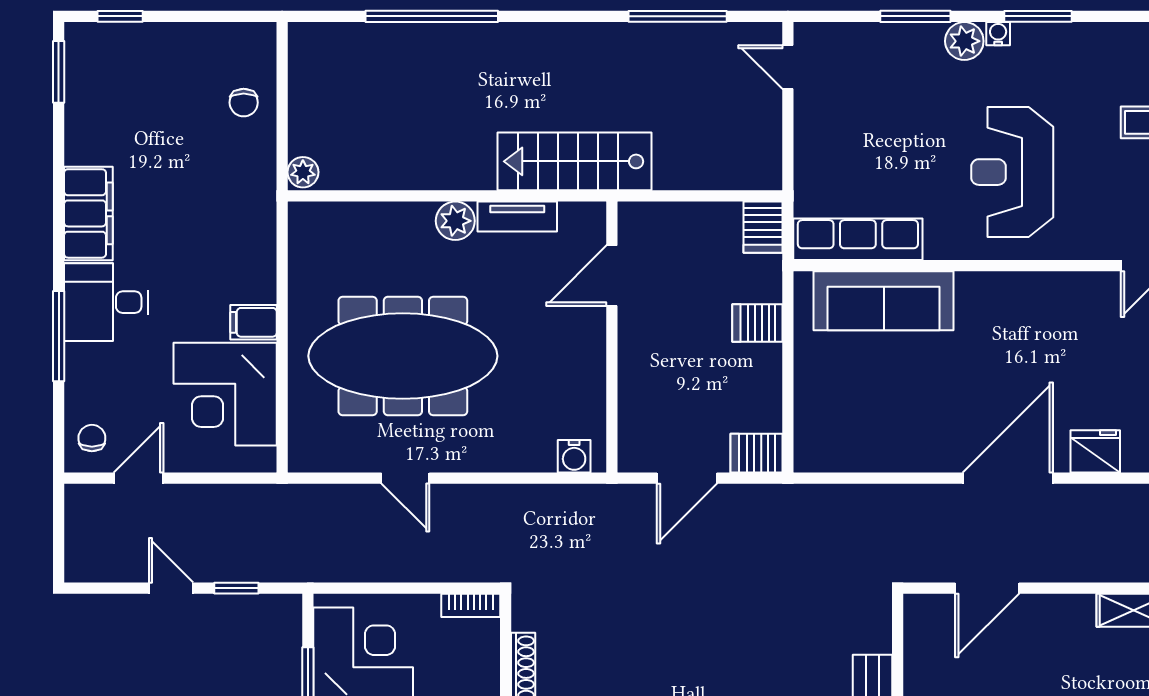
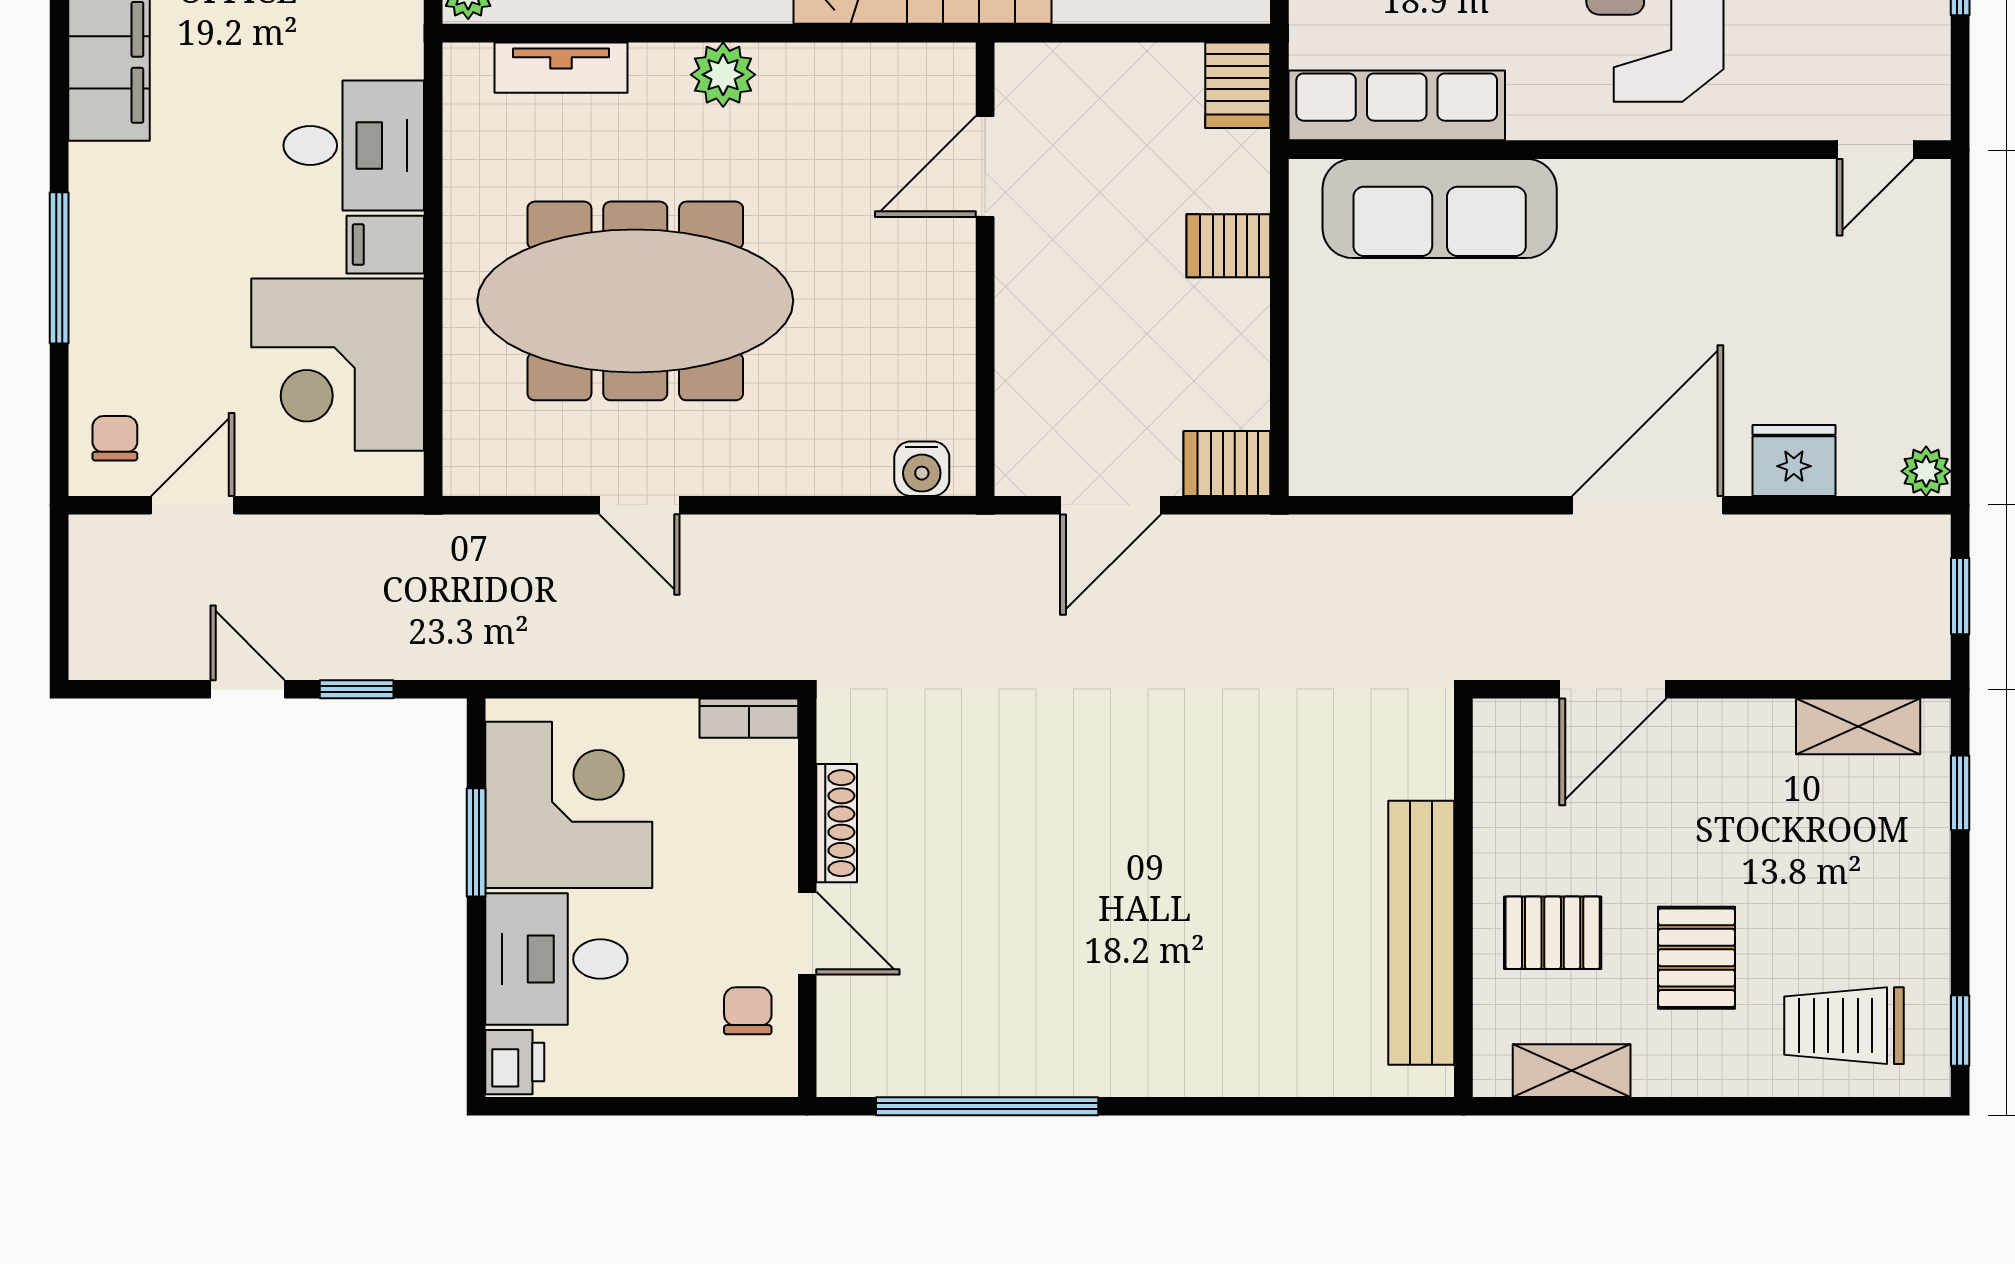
tv unit: (517, 217) -> (561, 68), moved
desk: (106, 302) -> (354, 146), moved, turned 180

